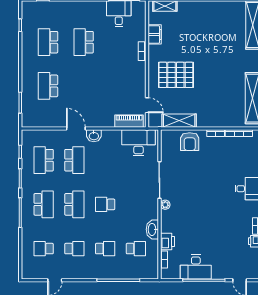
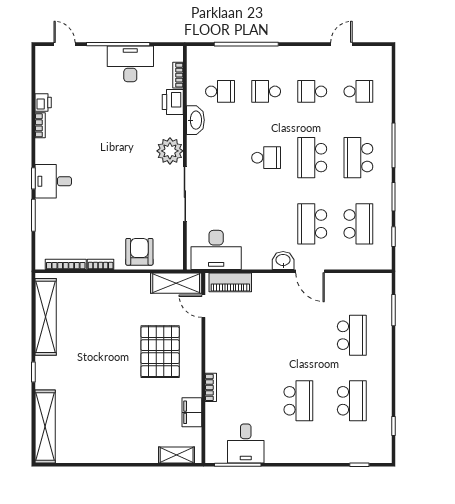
pallet: (176, 75) -> (160, 352), turned 90
shelving: (179, 121) -> (176, 283), moved
plant: (165, 205) -> (170, 151), width x1.88, depth x1.88
school desk: (136, 249) -> (220, 91), turned 180

